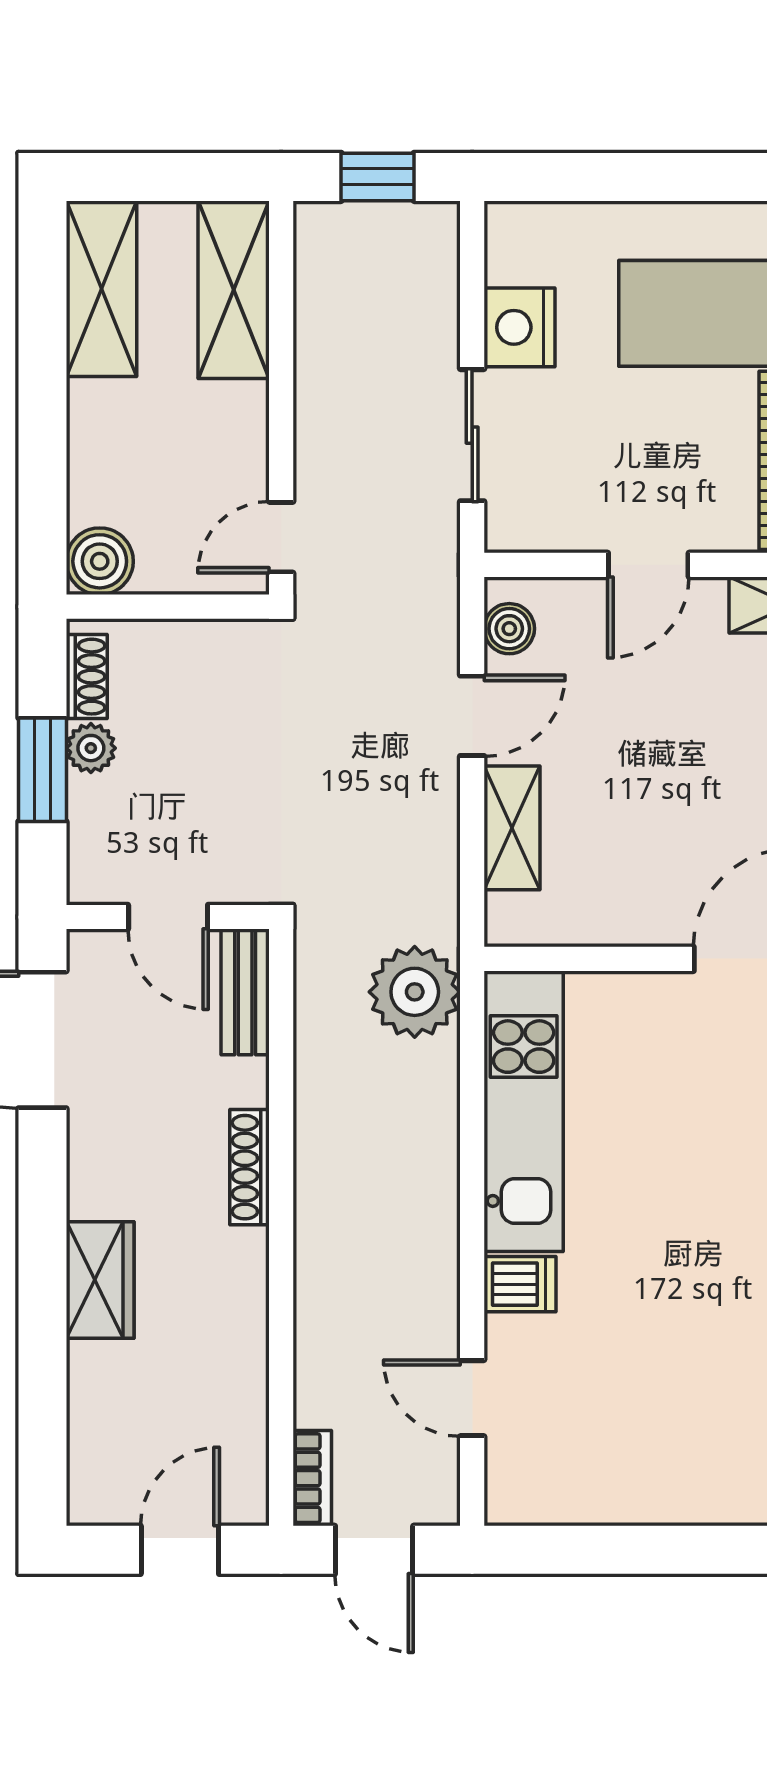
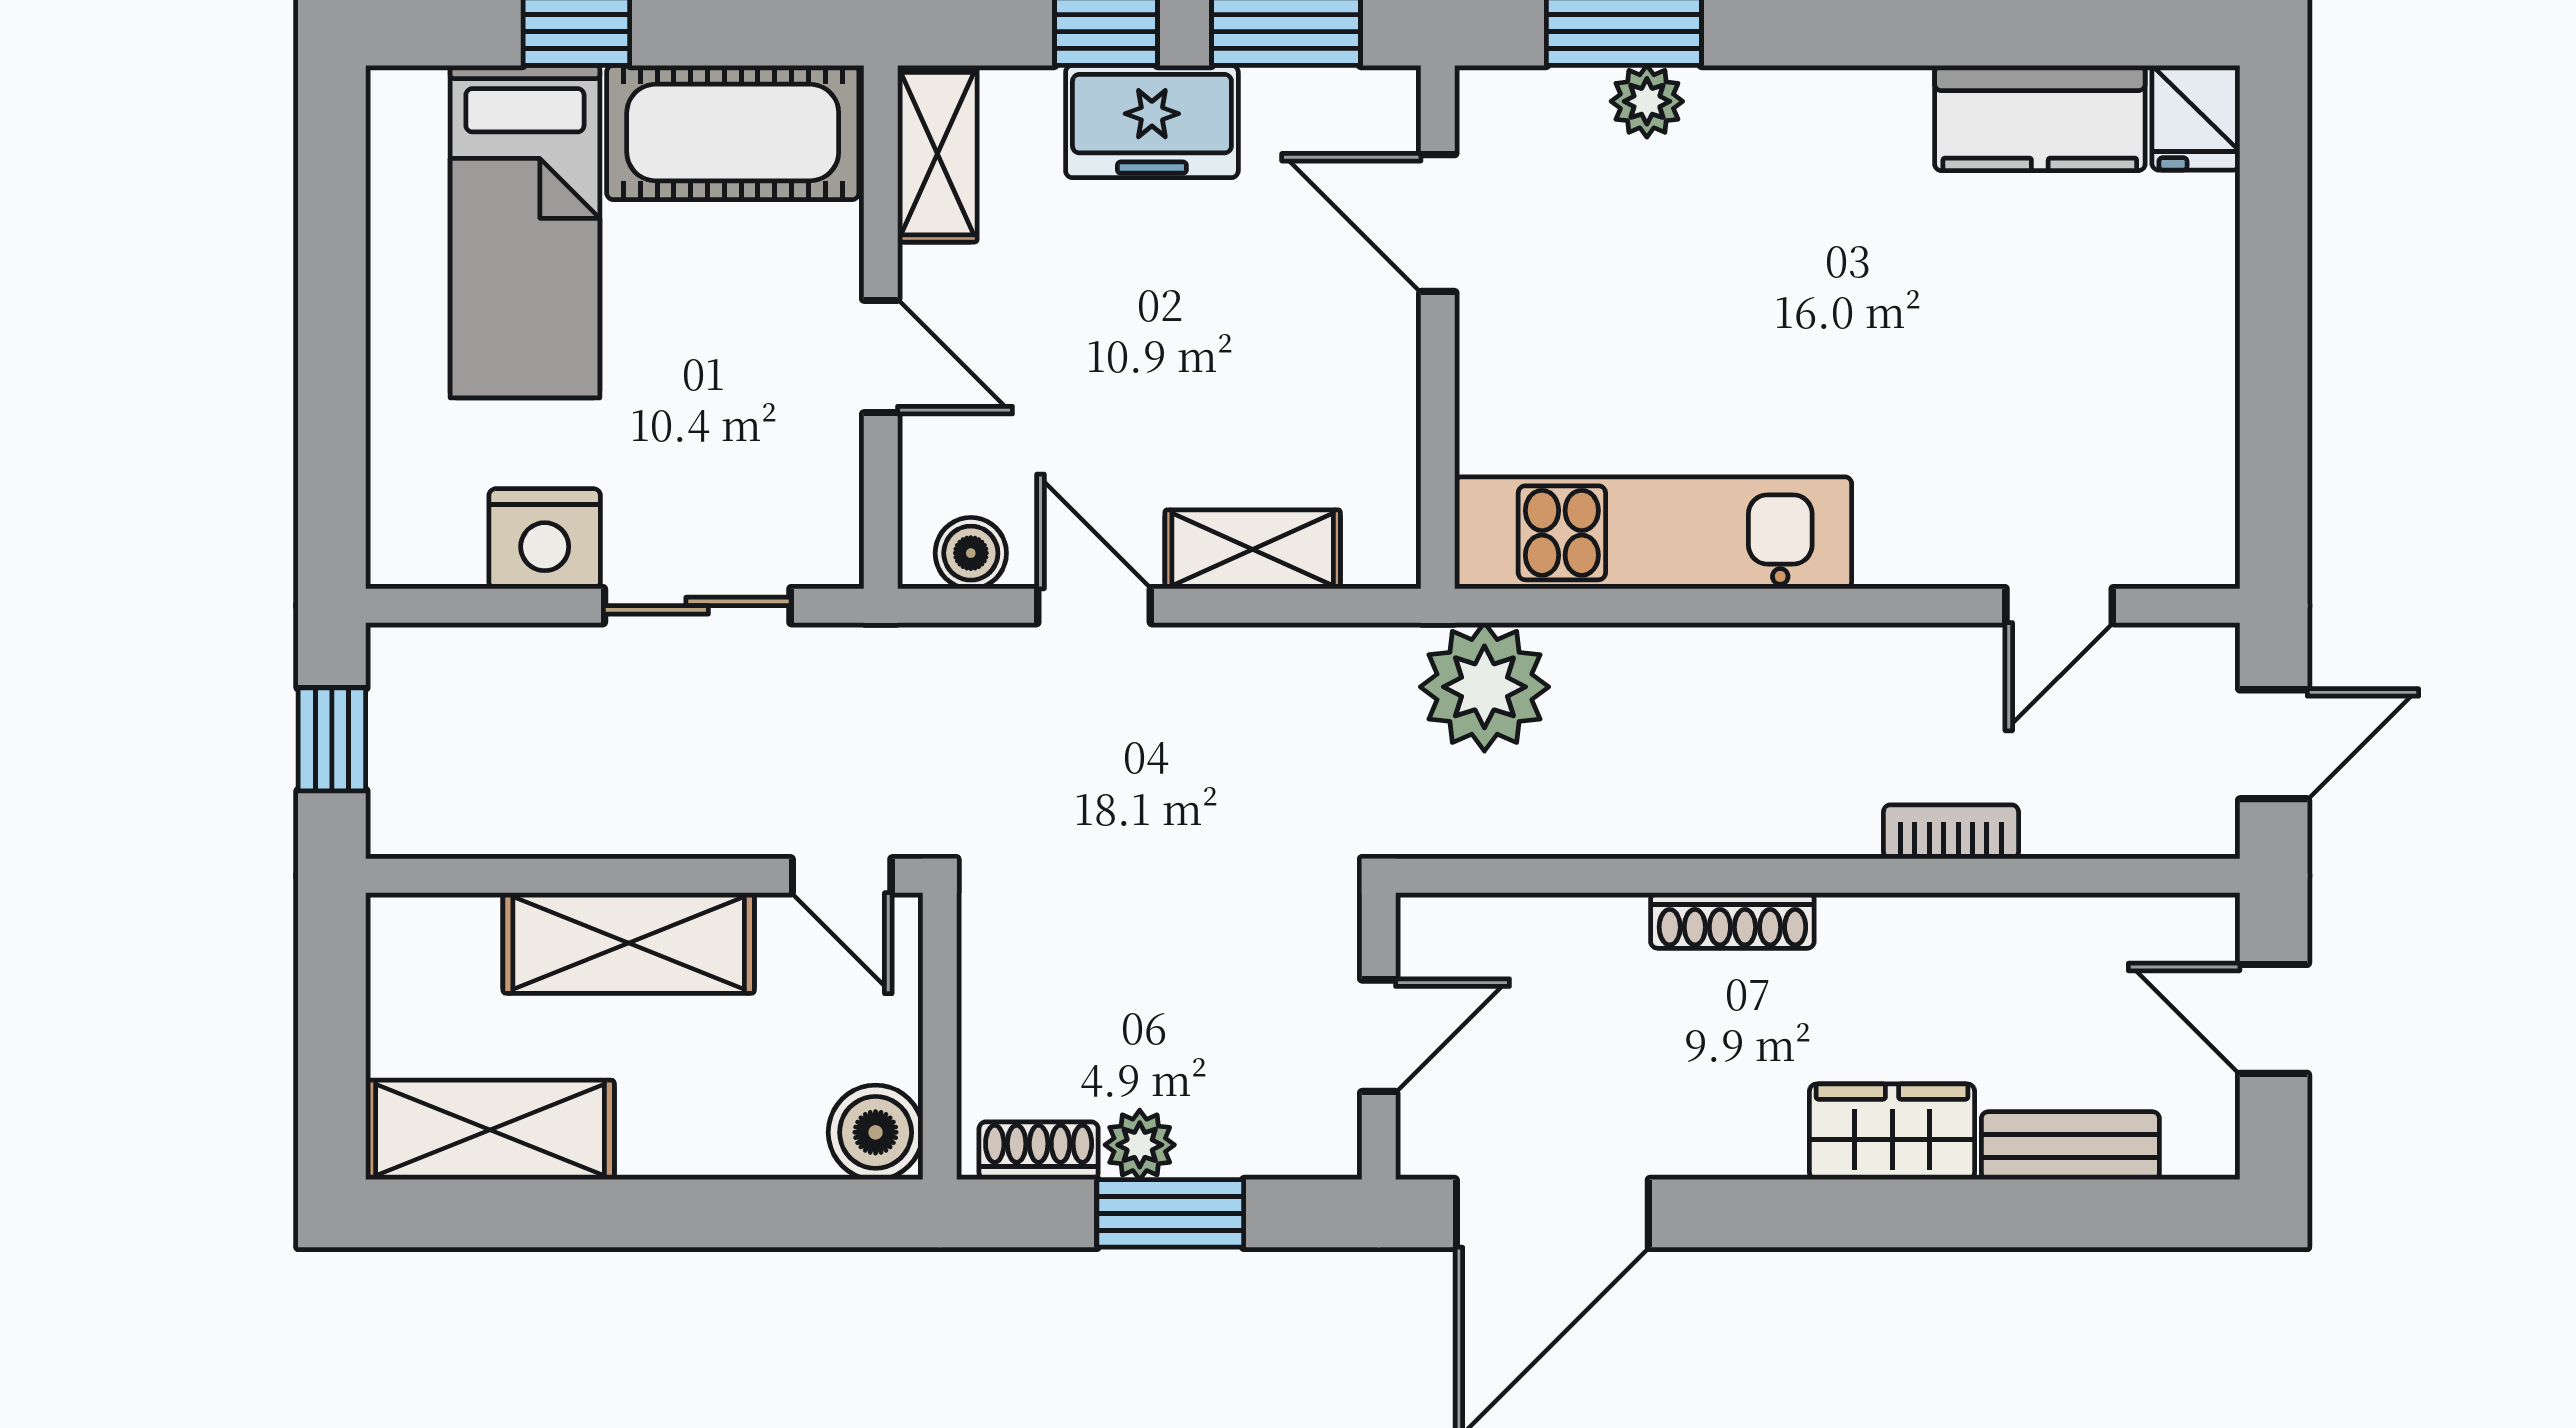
shelving: (234, 290) -> (629, 943), moved
bench: (245, 992) -> (2070, 1146), moved
dishwasher: (520, 1284) -> (1898, 538), removed
bookcase: (312, 1478) -> (1951, 832), moved

